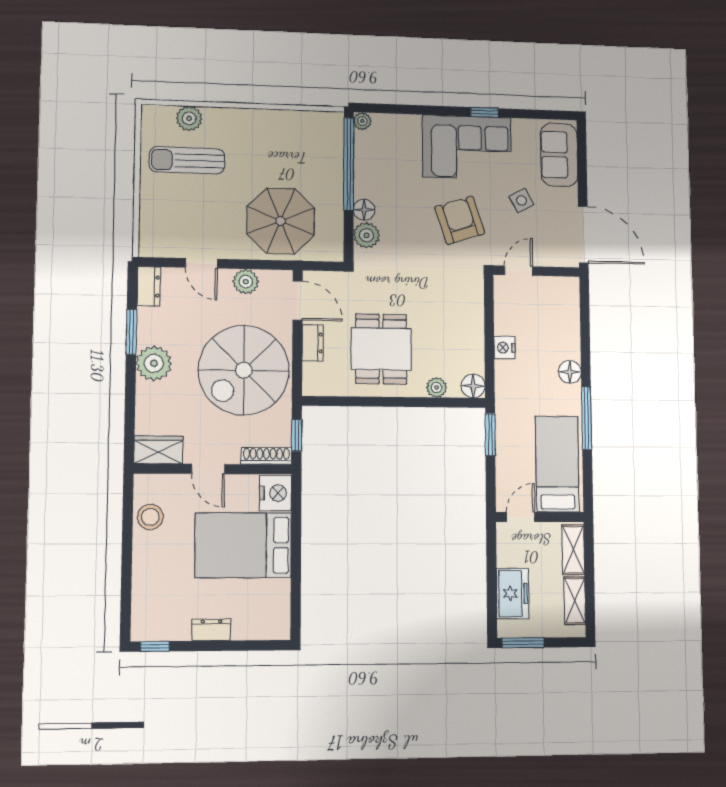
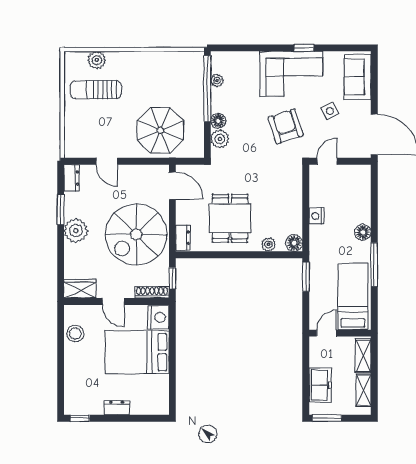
plant: (362, 121) -> (217, 81), moved
plant: (246, 282) -> (137, 173), removed
dresser: (313, 343) -> (183, 238), moved

